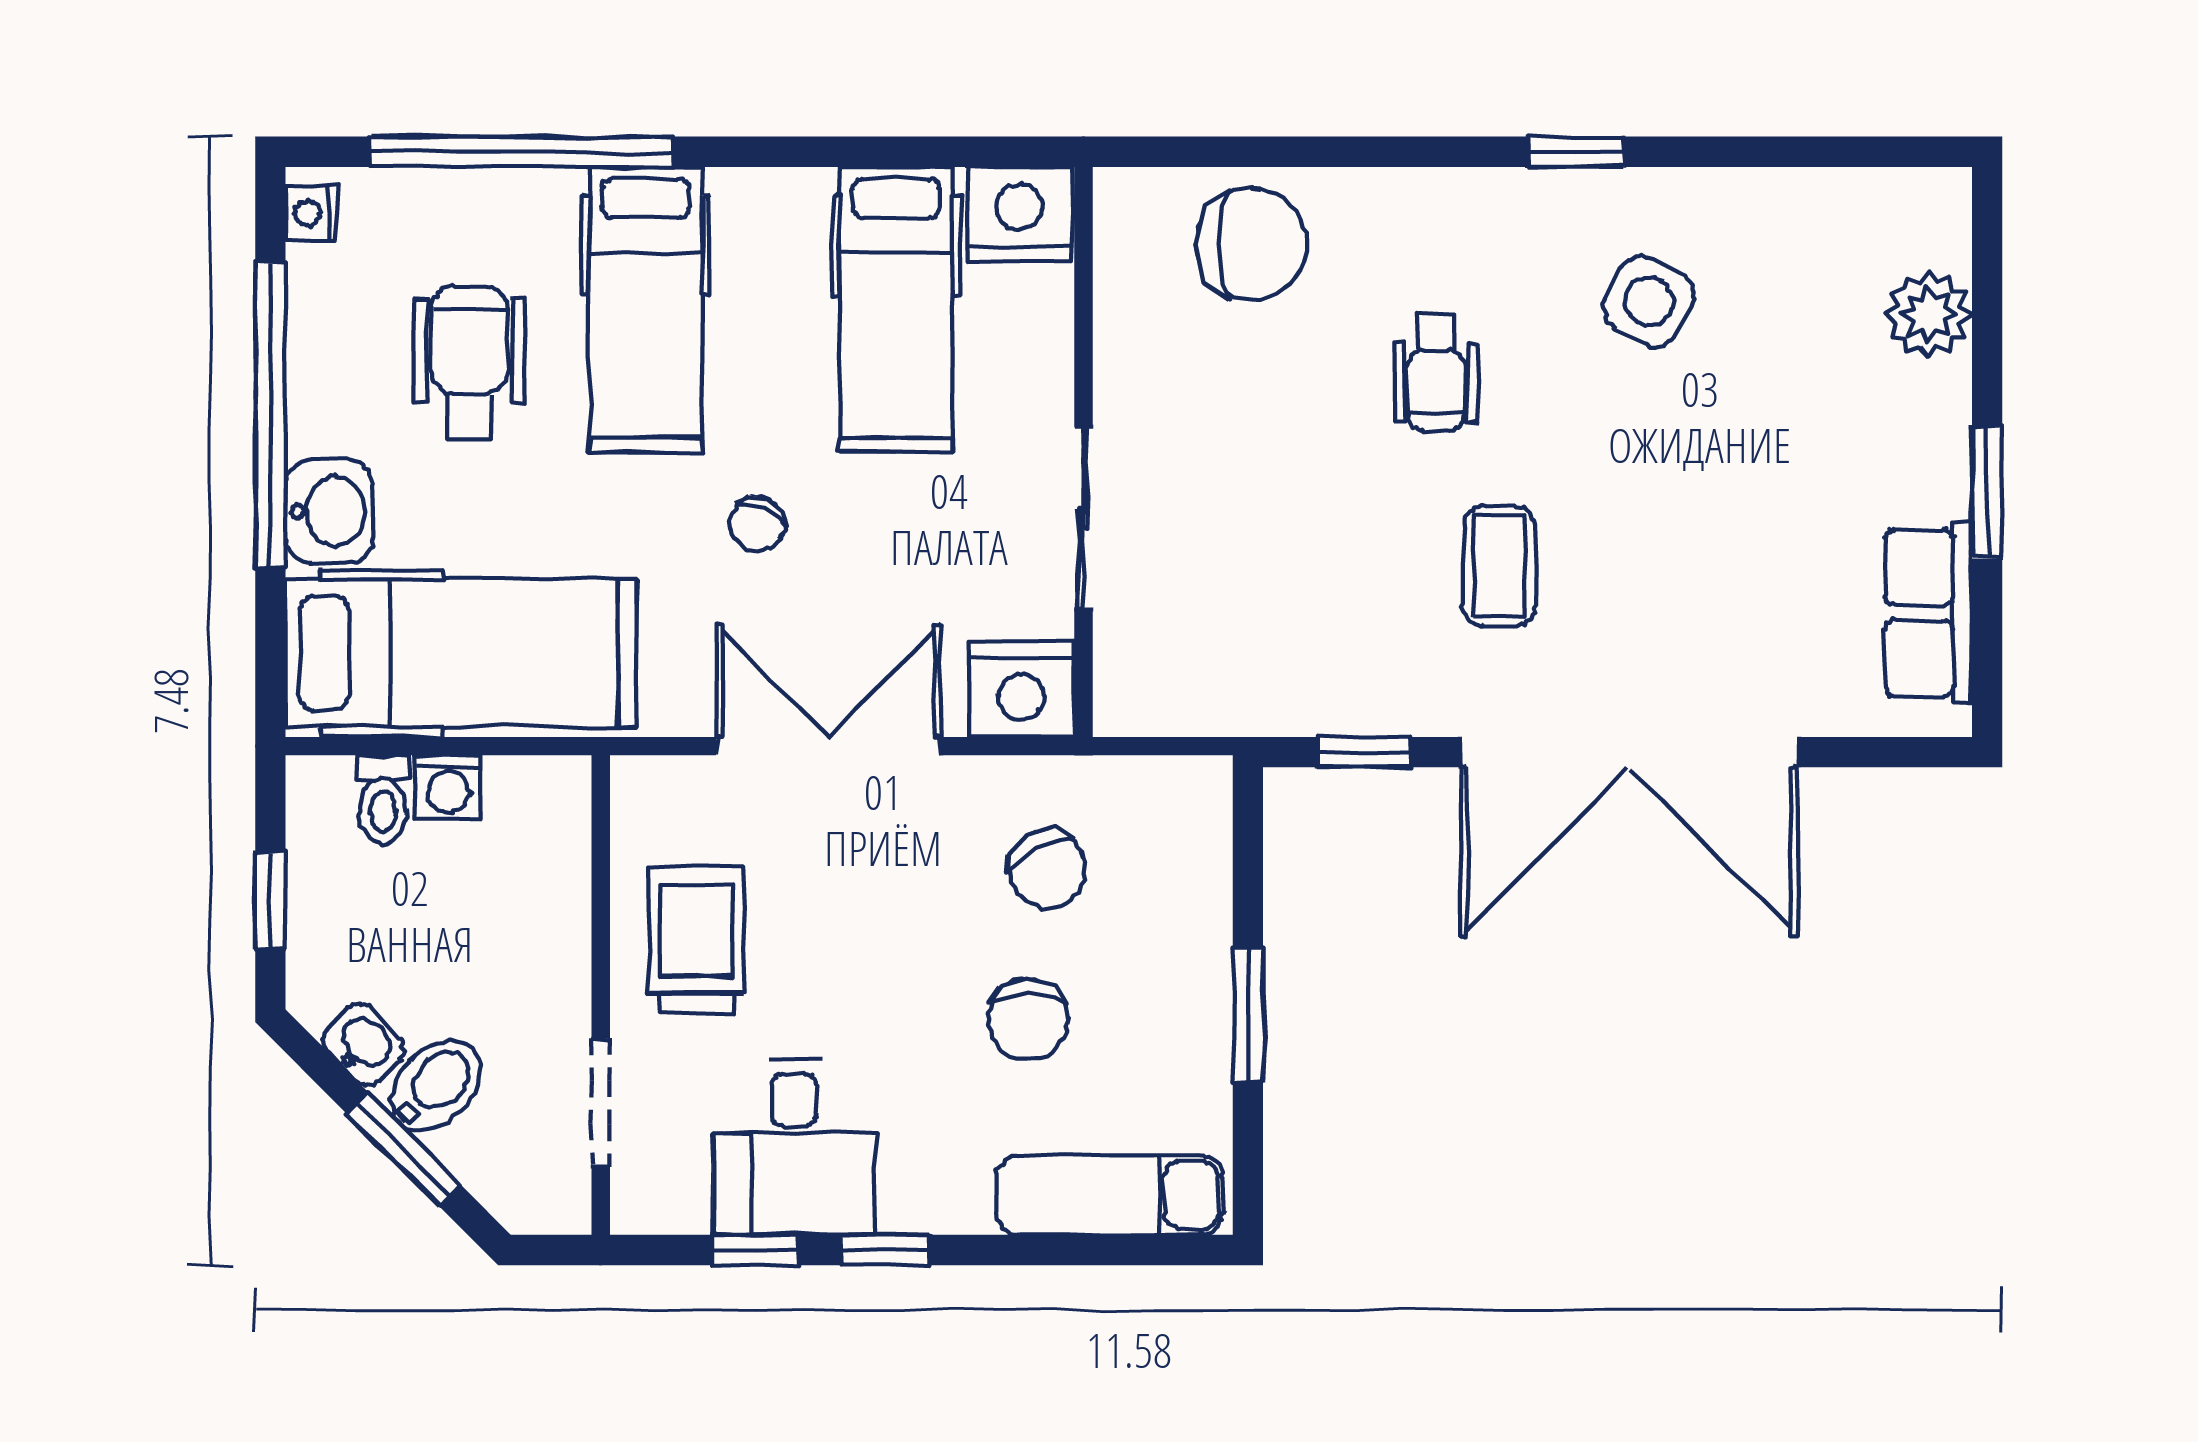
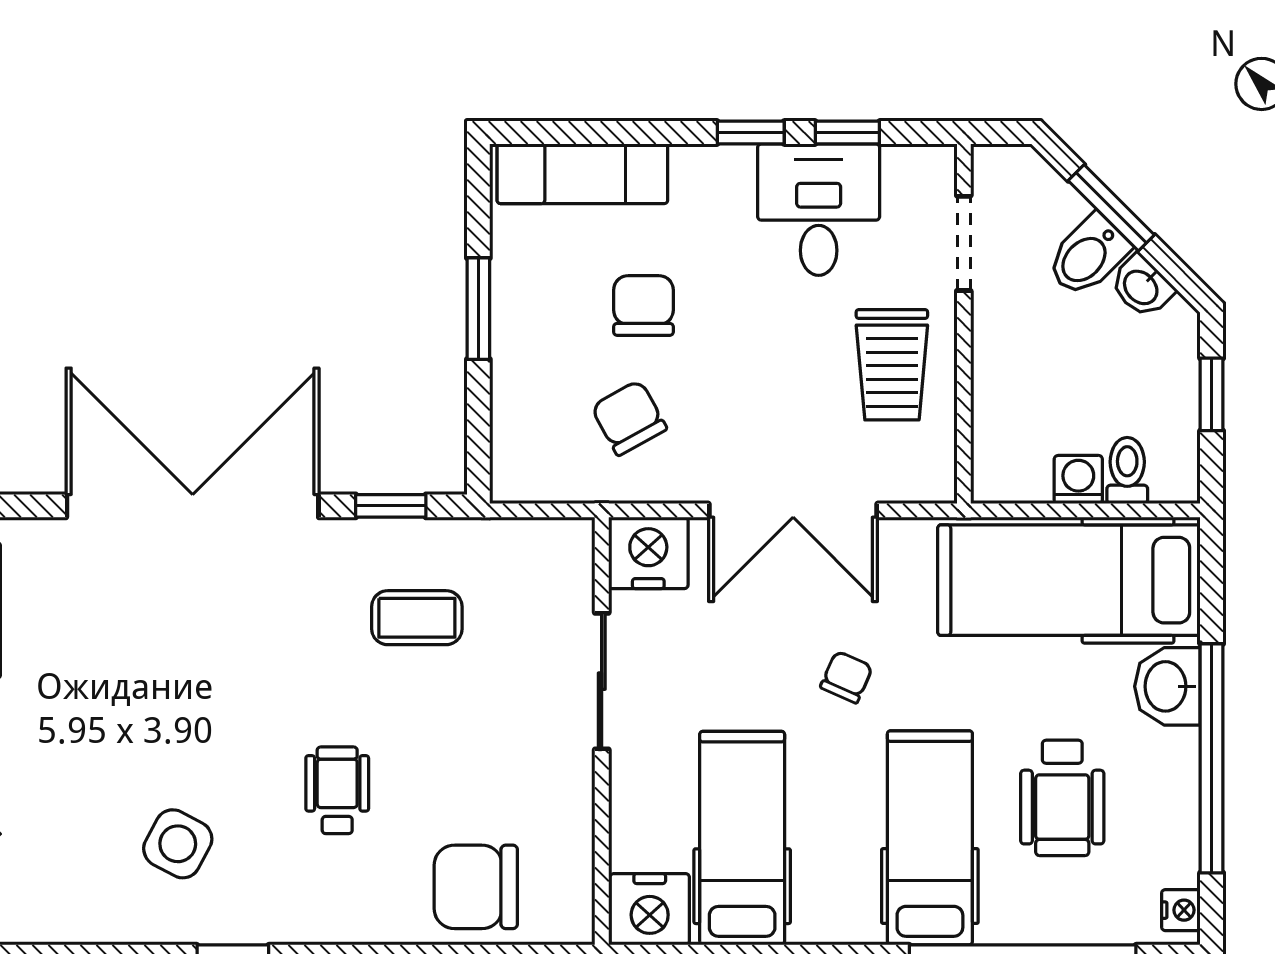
coffee table: (1499, 566) -> (417, 618), moved, turned 90

